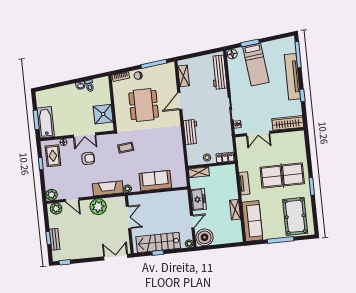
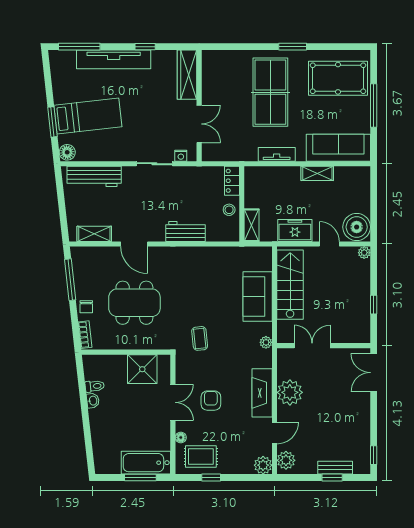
fireplace: (108, 188) -> (262, 393), moved
stairs: (158, 242) -> (290, 285), moved, turned 180

